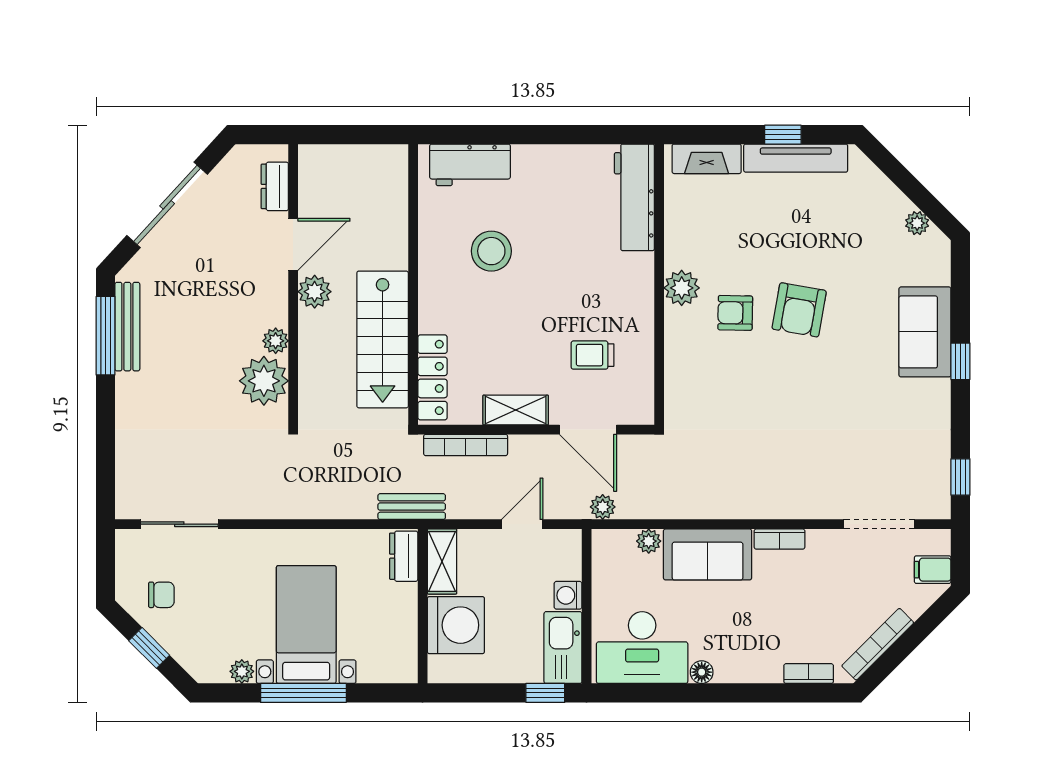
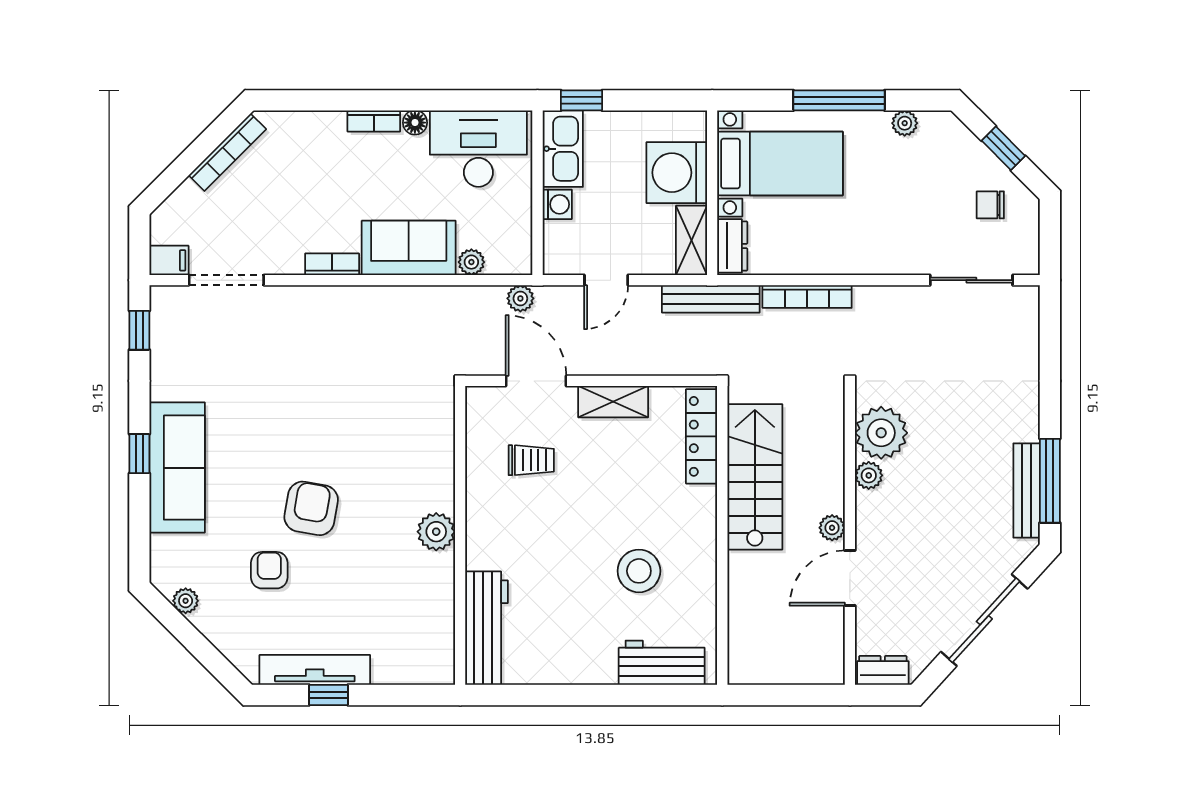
fireplace: (707, 159) -> (410, 669), removed
dresser: (275, 186) -> (883, 670), moved, turned -90
plant: (315, 292) -> (832, 528), width x0.73, depth x0.73
armchair: (735, 313) -> (269, 570), moved, turned -91
sofa: (925, 332) -> (177, 468), width x1.36
bookcase: (466, 445) -> (807, 297), moved, turned 180
bench: (412, 507) -> (711, 299), width x1.36
filing cabinet: (933, 570) -> (169, 260), moved
bed with nightstands: (306, 625) -> (780, 163), moved, turned -90
bookcase: (809, 674) -> (374, 121), moved

